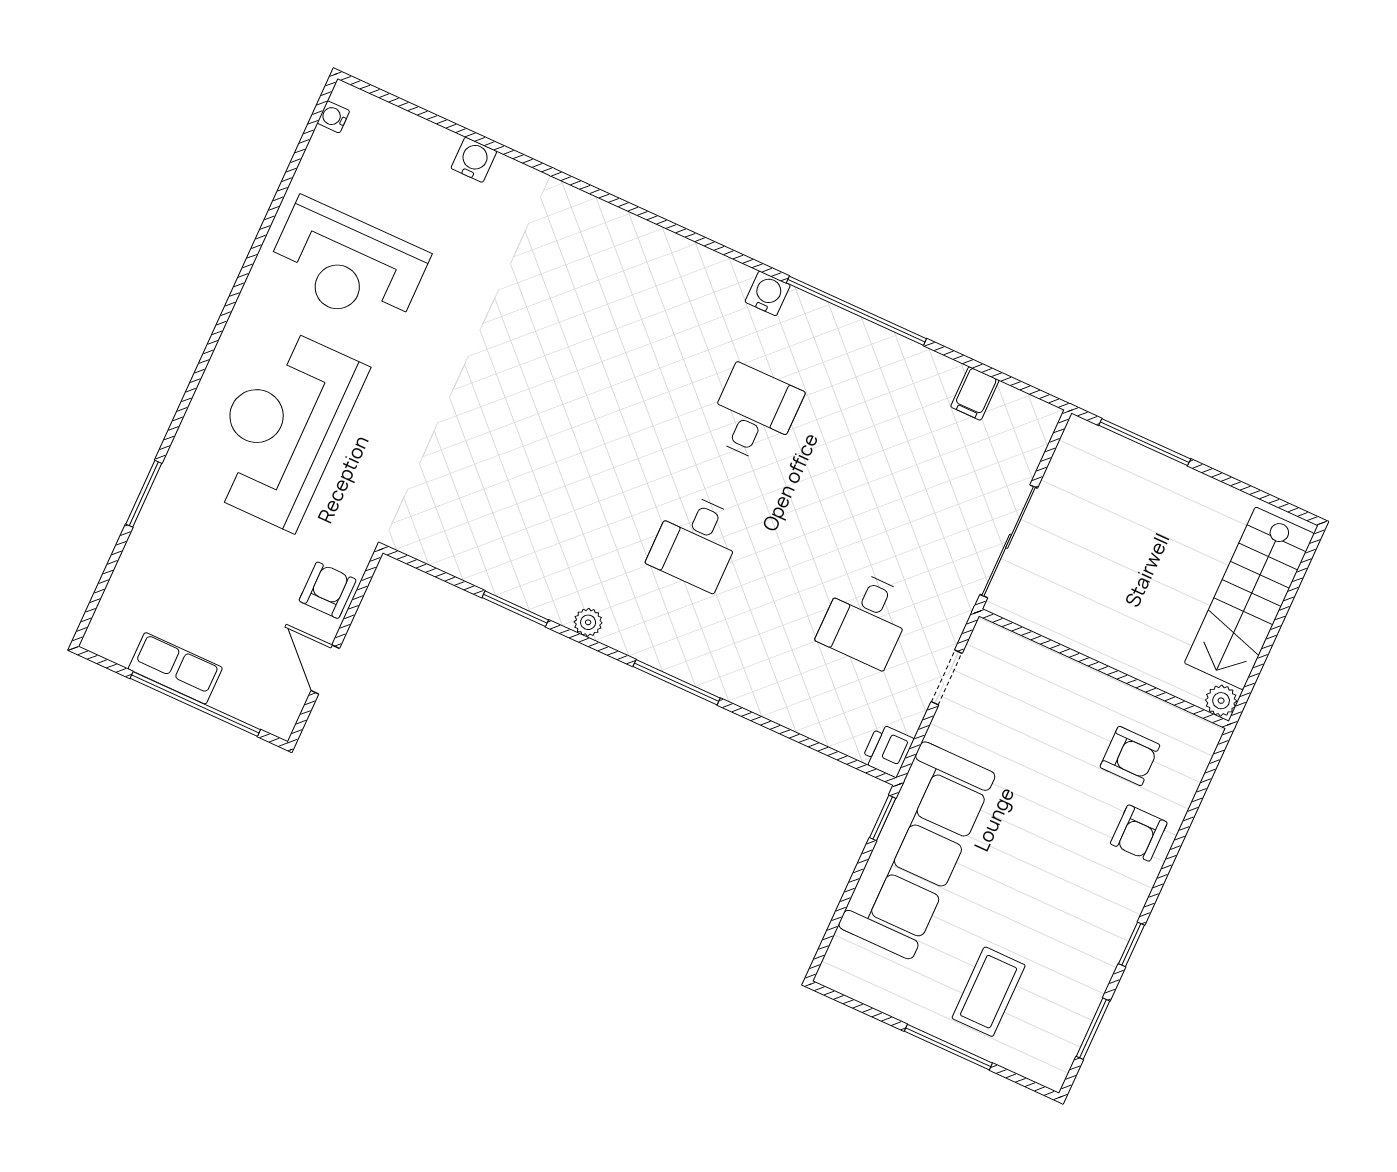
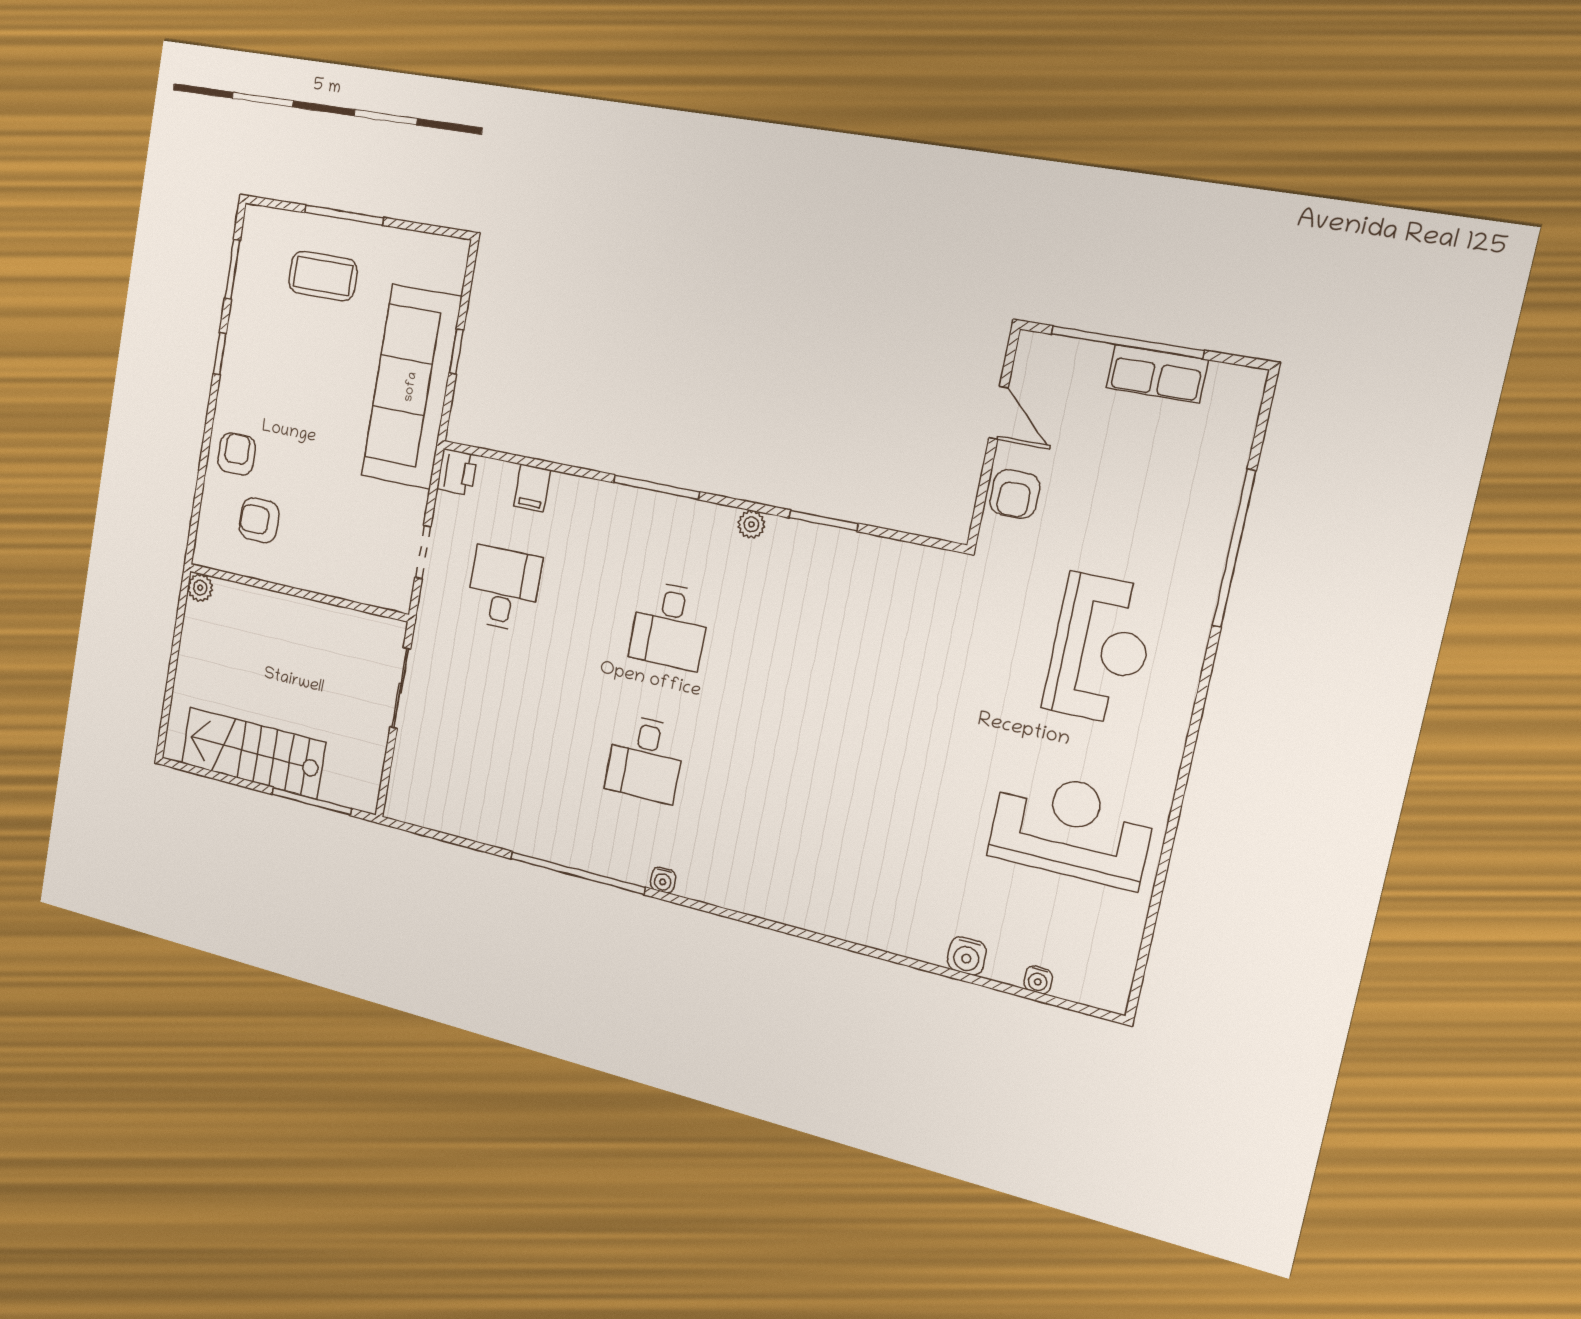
water cooler: (333, 117) -> (1038, 980), moved, turned 90
water cooler: (768, 293) -> (663, 880), width x0.72, depth x0.72
filing cabinet: (975, 393) -> (532, 488), moved, turned 180
reception desk: (283, 428) -> (1100, 649), width x0.74, depth x0.77
window: (144, 494) -> (1234, 548), width x2.11
sliding door: (1009, 541) -> (400, 688), width x0.73
desk: (696, 542) -> (670, 626), turned 180
stairs: (1249, 598) -> (253, 753), moved, turned -90
window: (883, 818) -> (456, 352), moved
coffee table: (989, 992) -> (323, 276), turned 90

